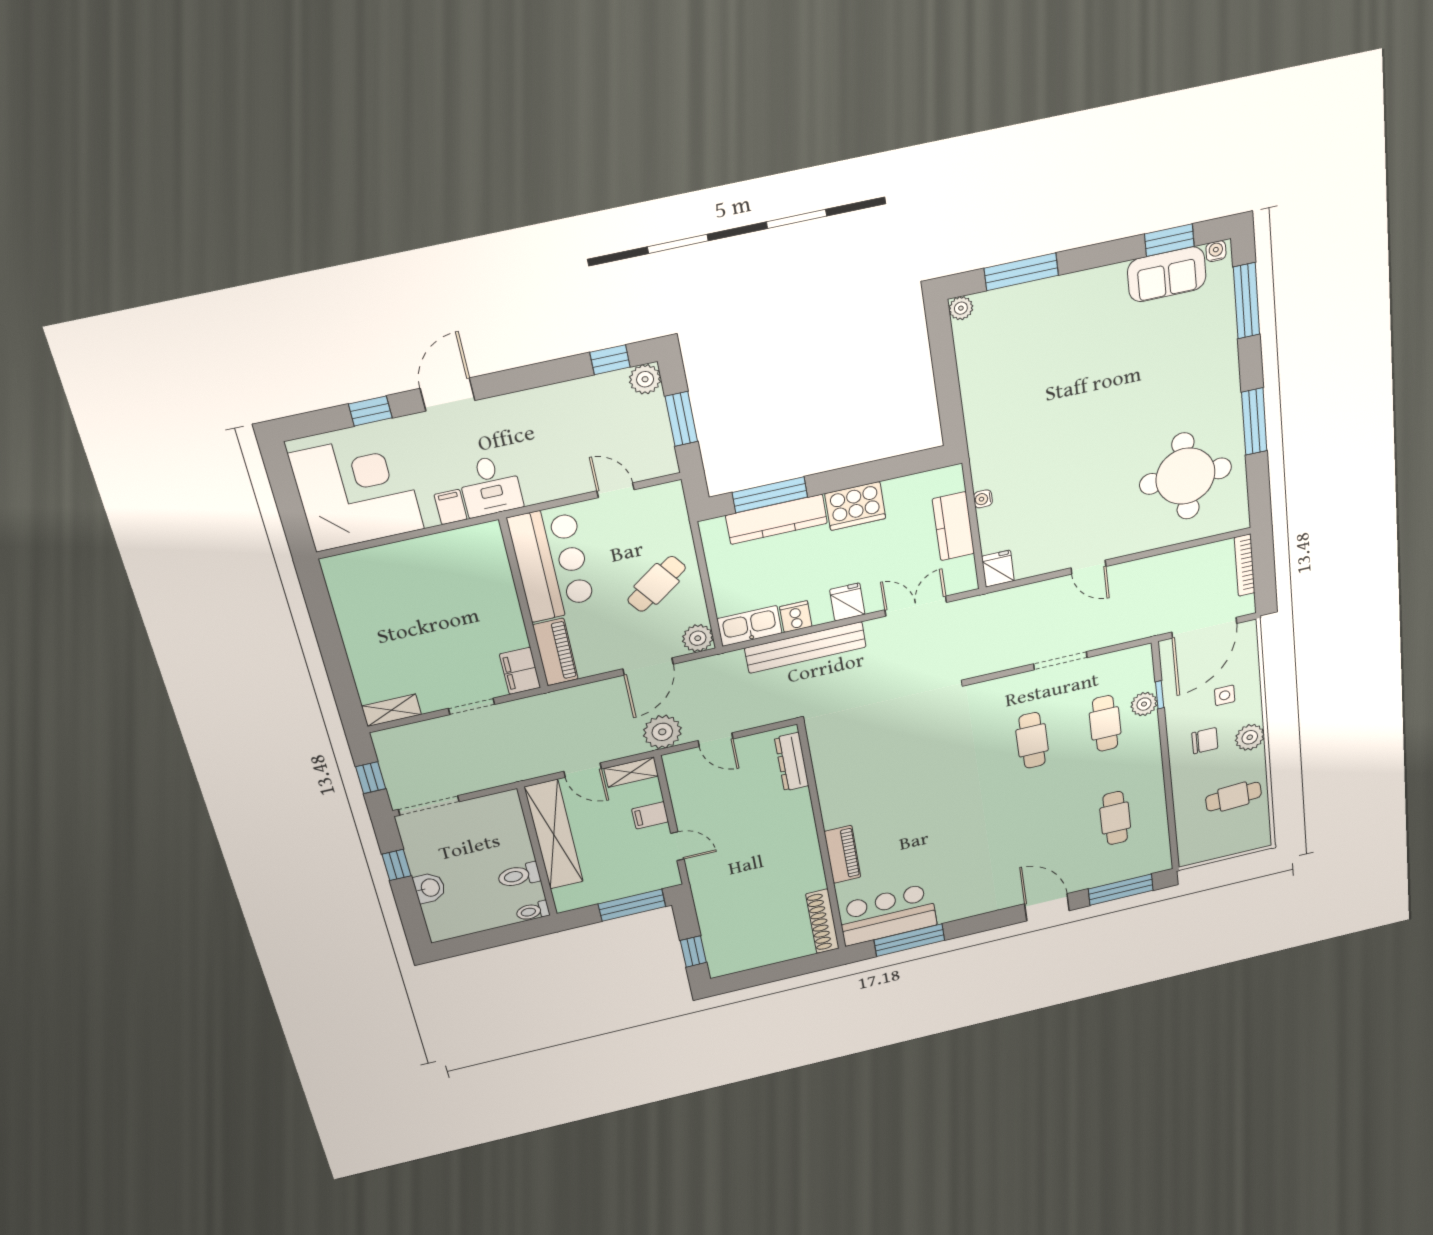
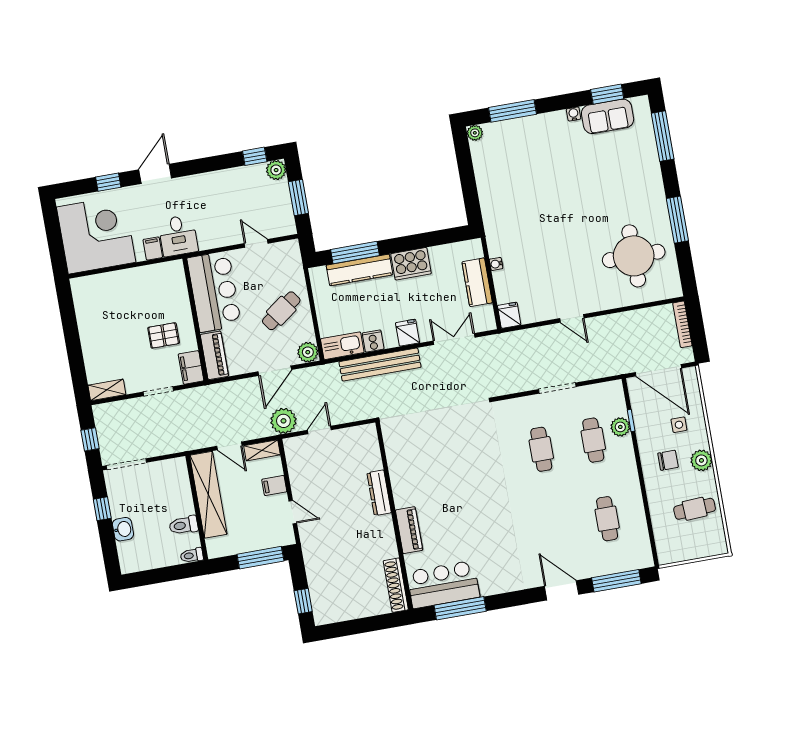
water cooler: (1216, 251) -> (574, 114), moved
door: (1204, 628) -> (658, 370), hinge flipped
pallet: (475, 630) -> (164, 335), added
door: (716, 740) -> (319, 430), swing flipped
dresser: (792, 762) -> (379, 493), moved

